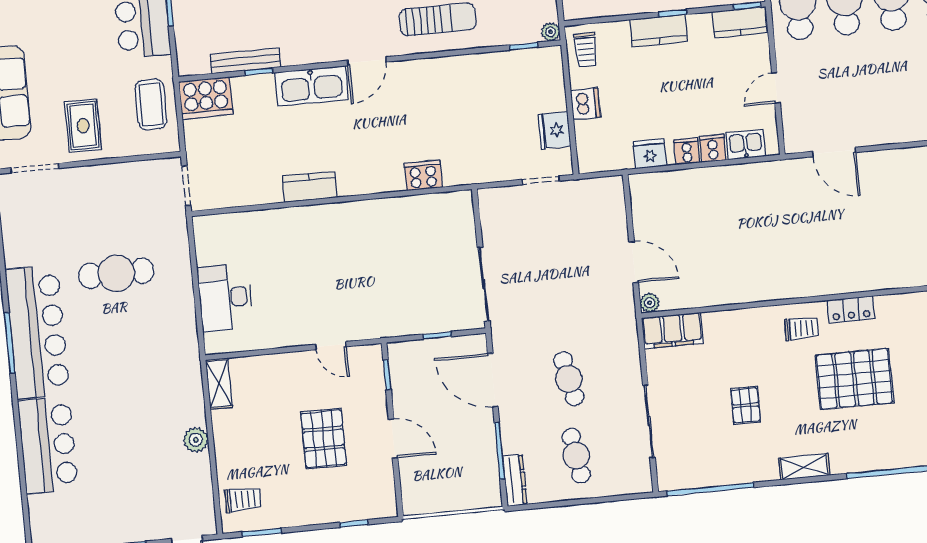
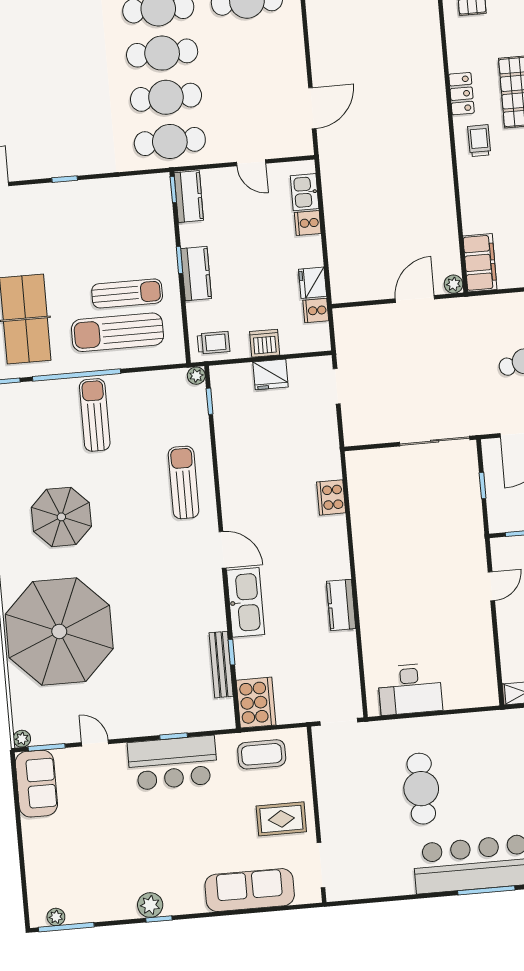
fridge: (554, 130) -> (271, 374), moved
cooker: (687, 151) -> (316, 311), moved
desk: (225, 298) -> (410, 689), moved

